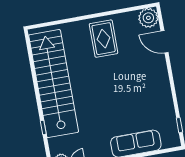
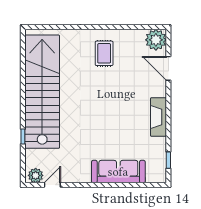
rug: (104, 39) -> (104, 53), width x0.73, depth x0.70
fireplace: (163, 88) -> (158, 117), added

